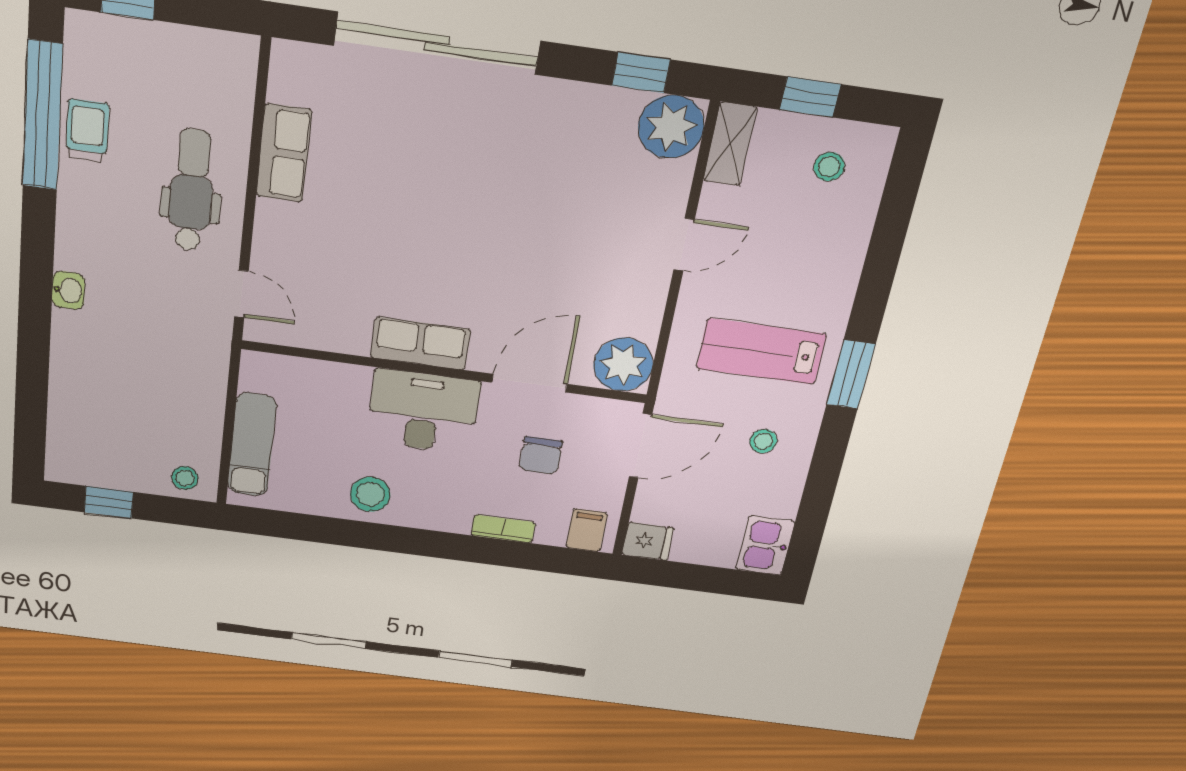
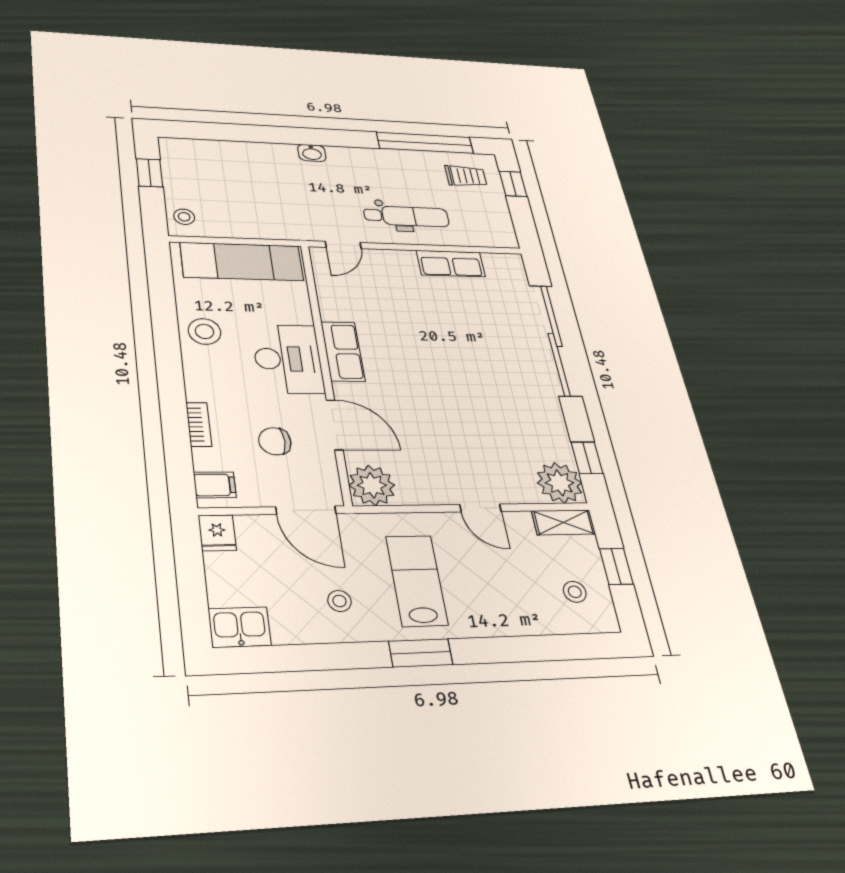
trolley: (87, 130) -> (466, 176), moved
exam couch: (252, 445) -> (242, 261), width x1.36, depth x1.45

